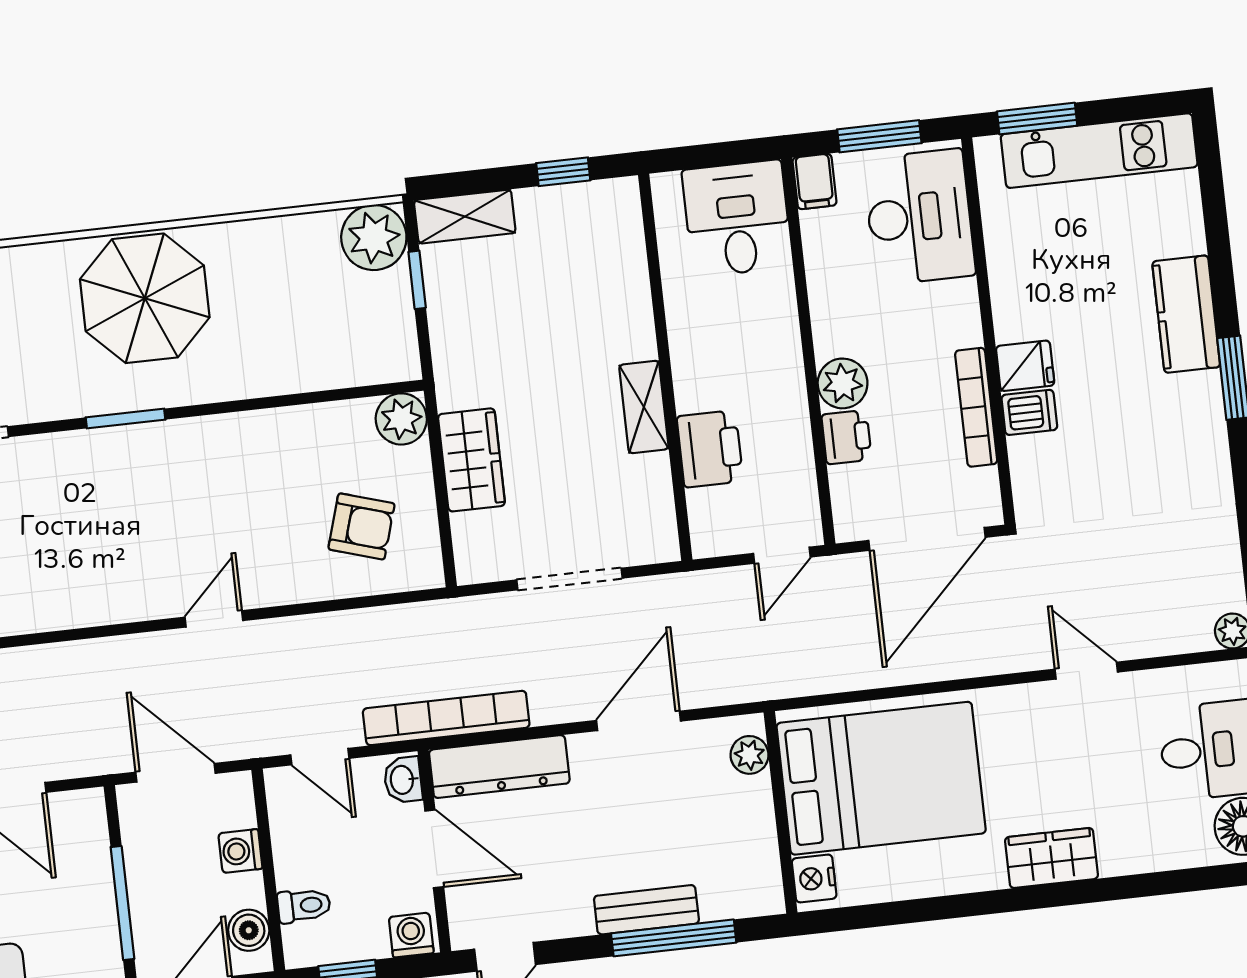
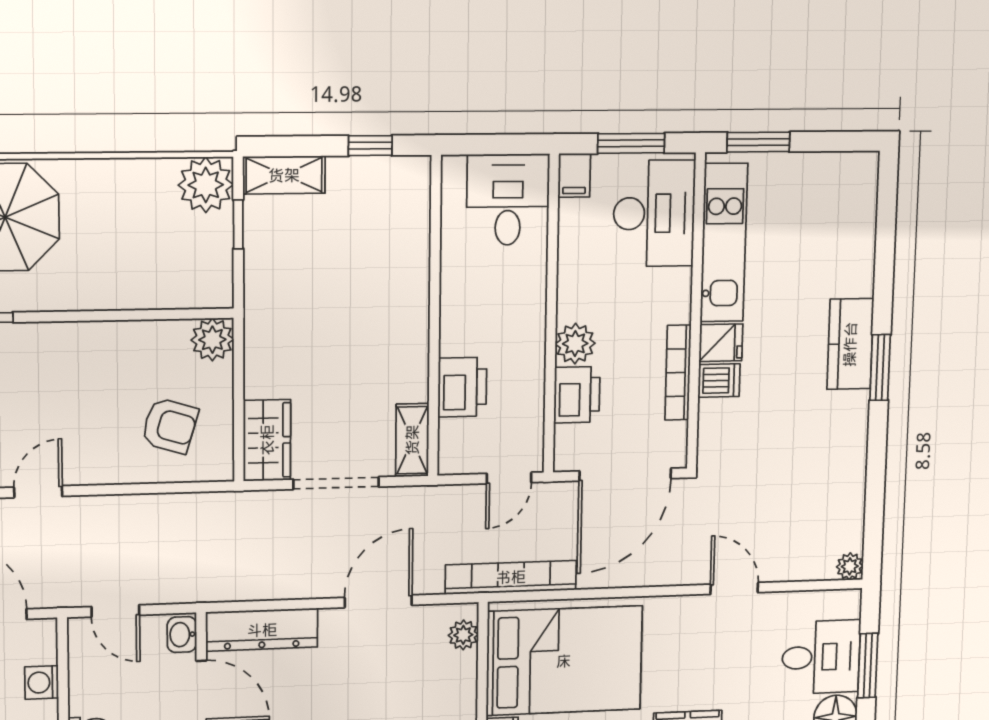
kitchen unit: (1099, 151) -> (724, 243), moved, turned -90
kitchen counter: (1186, 314) -> (850, 344), moved
shelving: (644, 407) -> (412, 440), moved
printer: (847, 437) -> (577, 395), width x1.36, depth x1.24
wardrobe: (472, 460) -> (267, 440), moved
bookcase: (446, 718) -> (511, 577), moved

